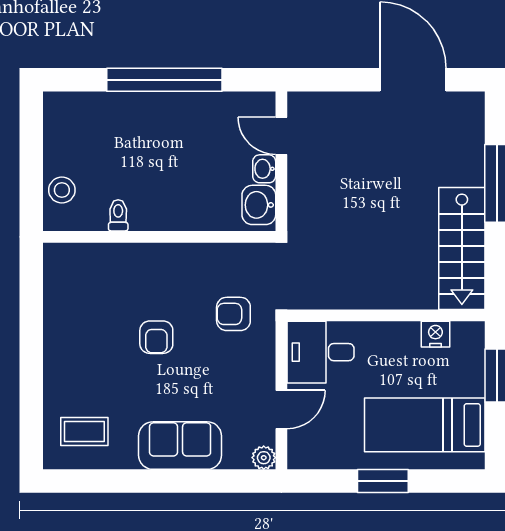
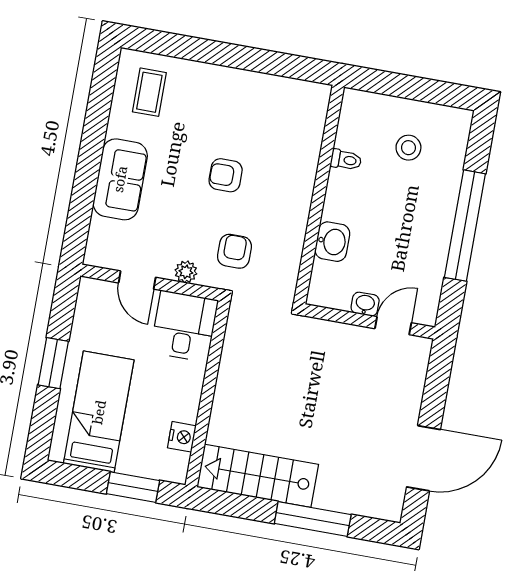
stool: (62, 190) -> (408, 148), moved
washbasin: (259, 205) -> (332, 242), moved, turned 90
plant: (264, 458) -> (186, 272), moved

